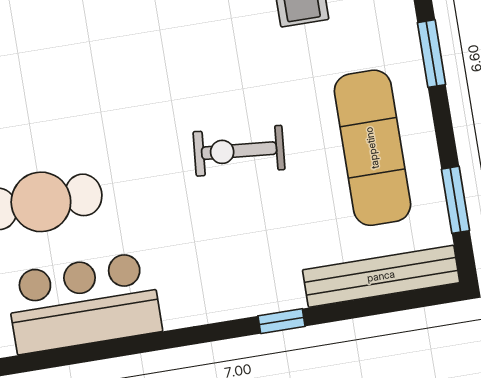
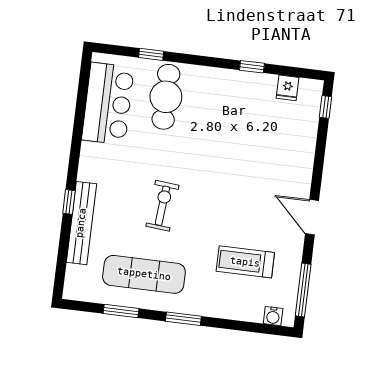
window: (455, 200) -> (121, 311), moved
bench: (381, 276) -> (81, 223), moved

